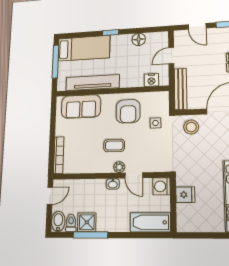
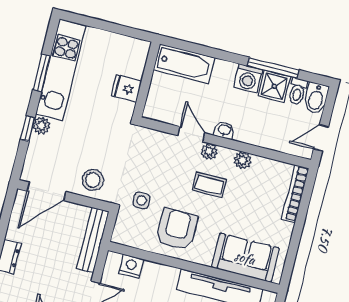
plant: (97, 167) -> (242, 160), added
washing machine: (161, 186) -> (248, 78), moved, turned 90

